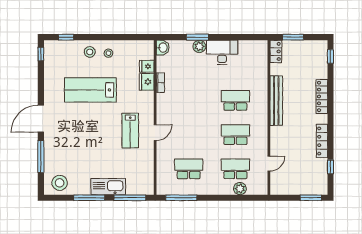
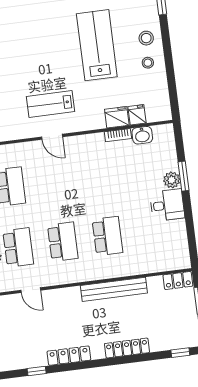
washbasin: (163, 48) -> (142, 135), moved
desk: (222, 52) -> (167, 205), width x0.73

